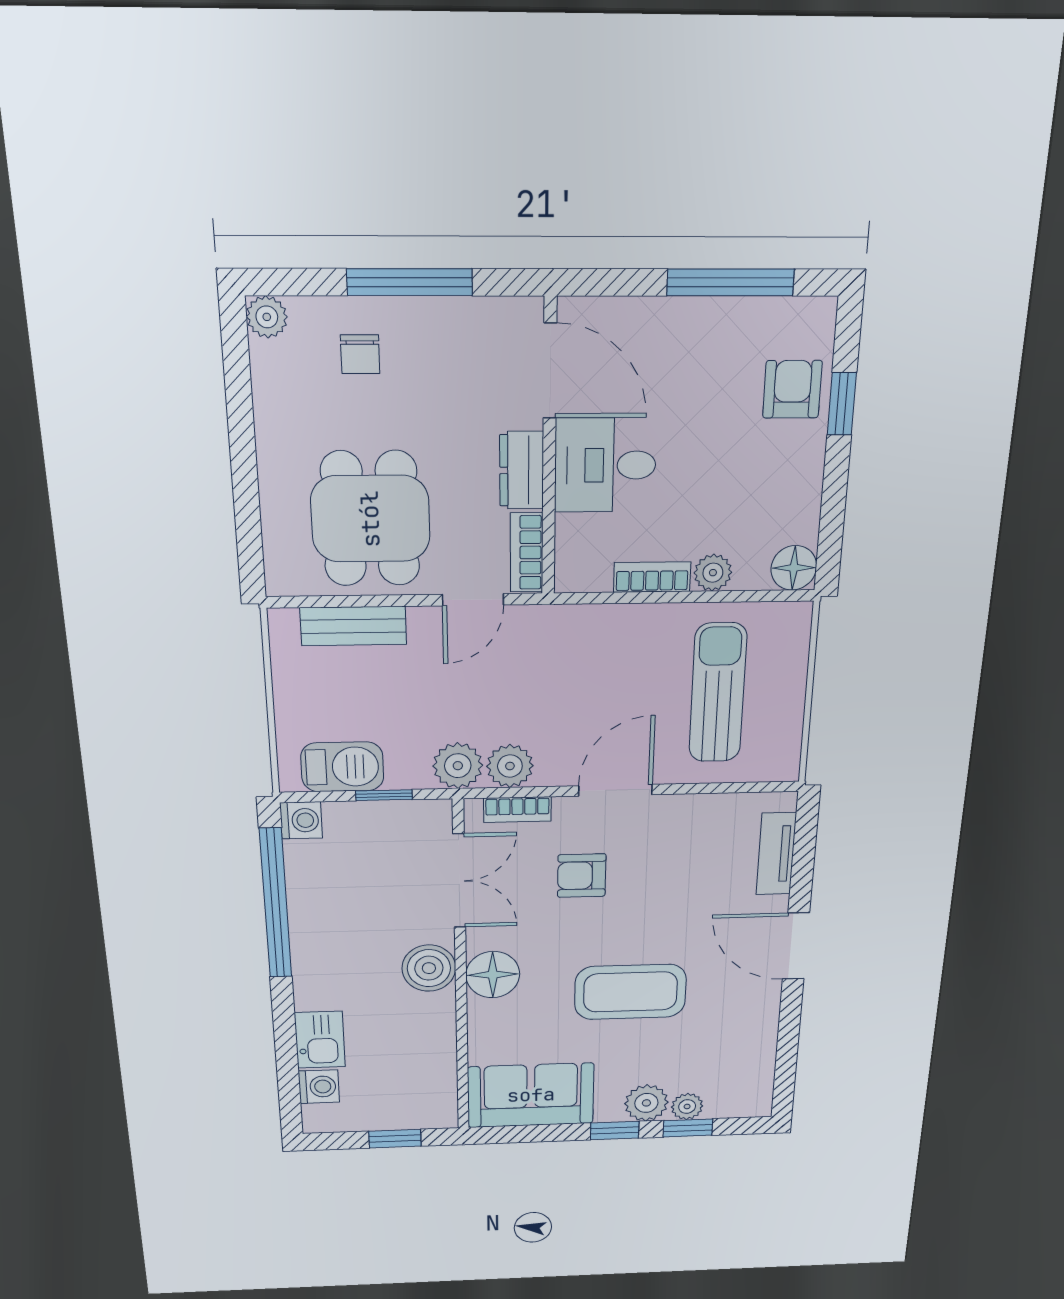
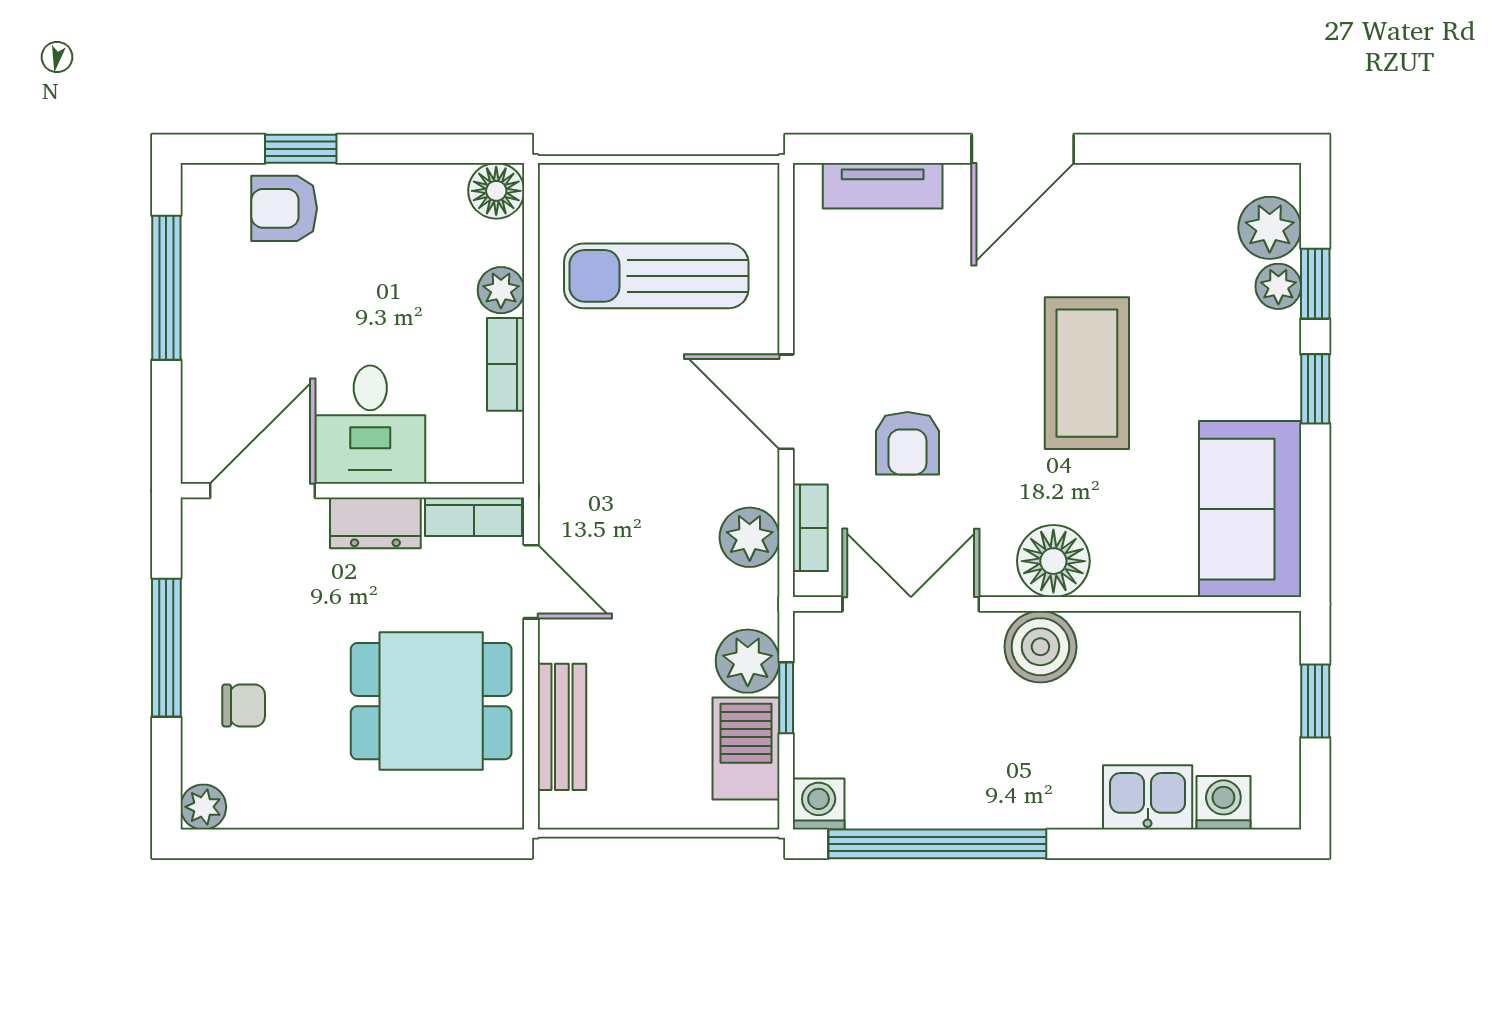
plant: (458, 766) -> (748, 661), moved
plant: (646, 1103) -> (1270, 228), moved

